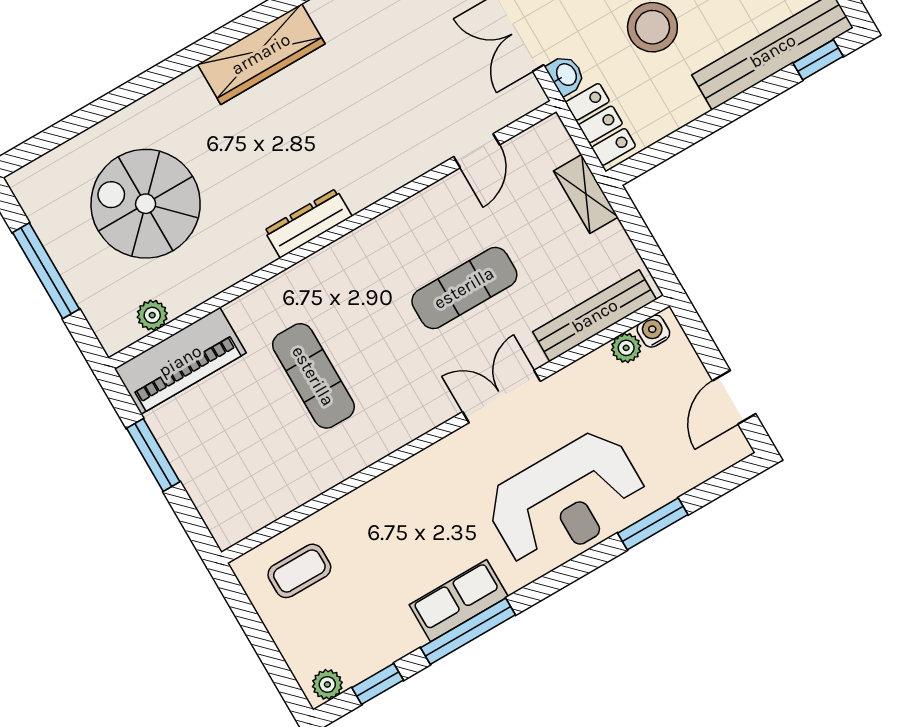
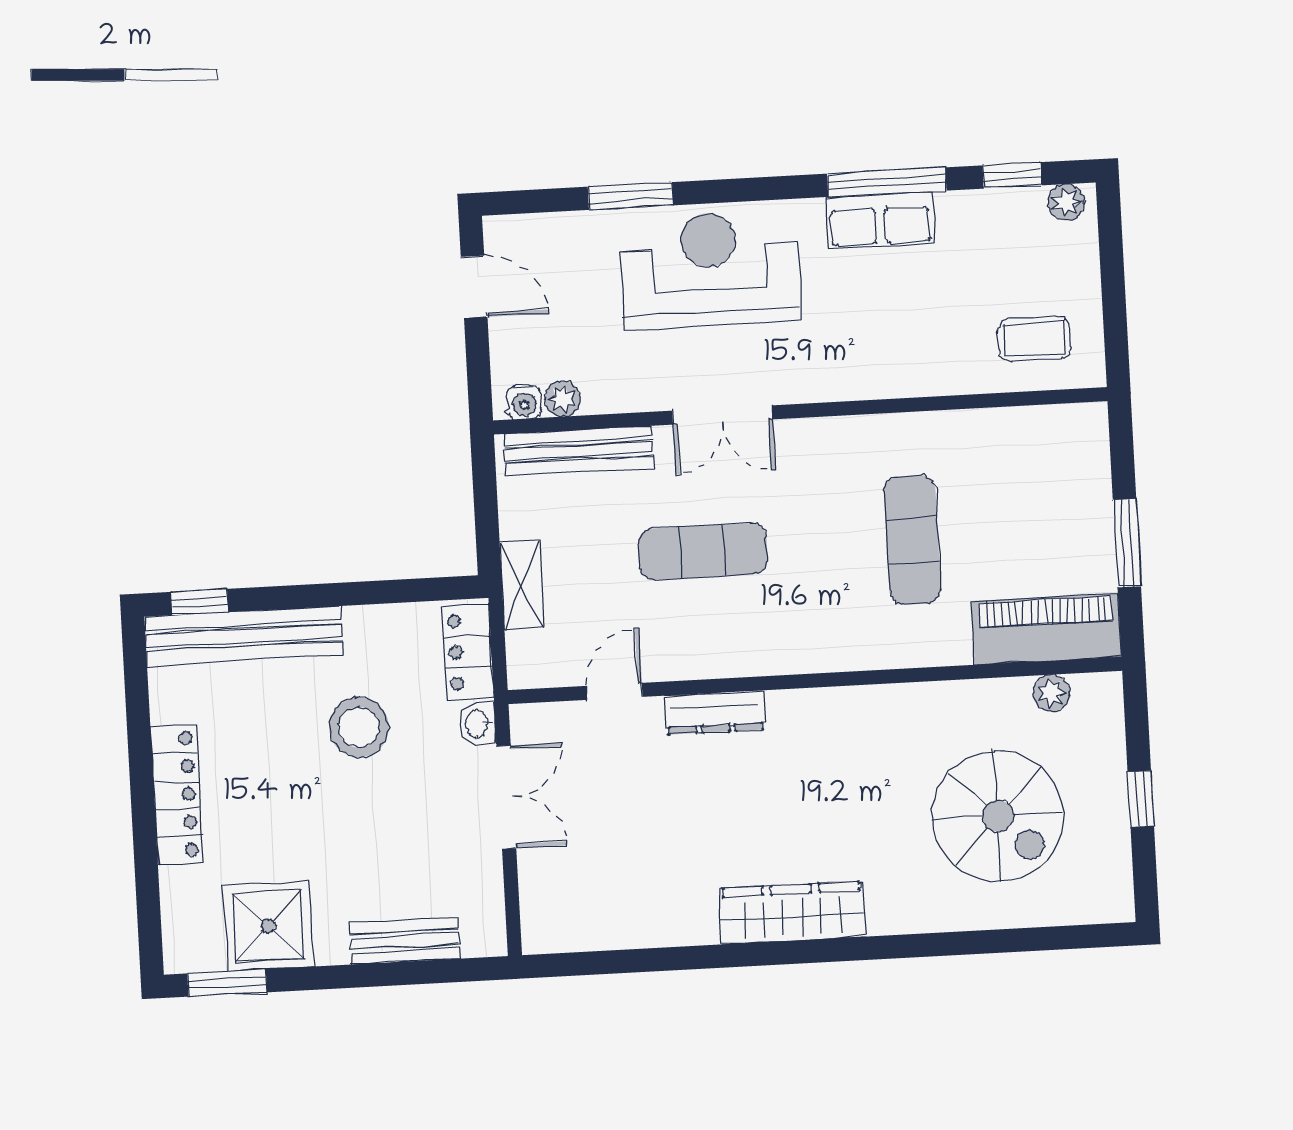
dresser: (308, 223) -> (715, 713), moved
window: (46, 271) -> (1141, 799), width x0.46
door: (734, 397) -> (474, 287), hinge flipped

